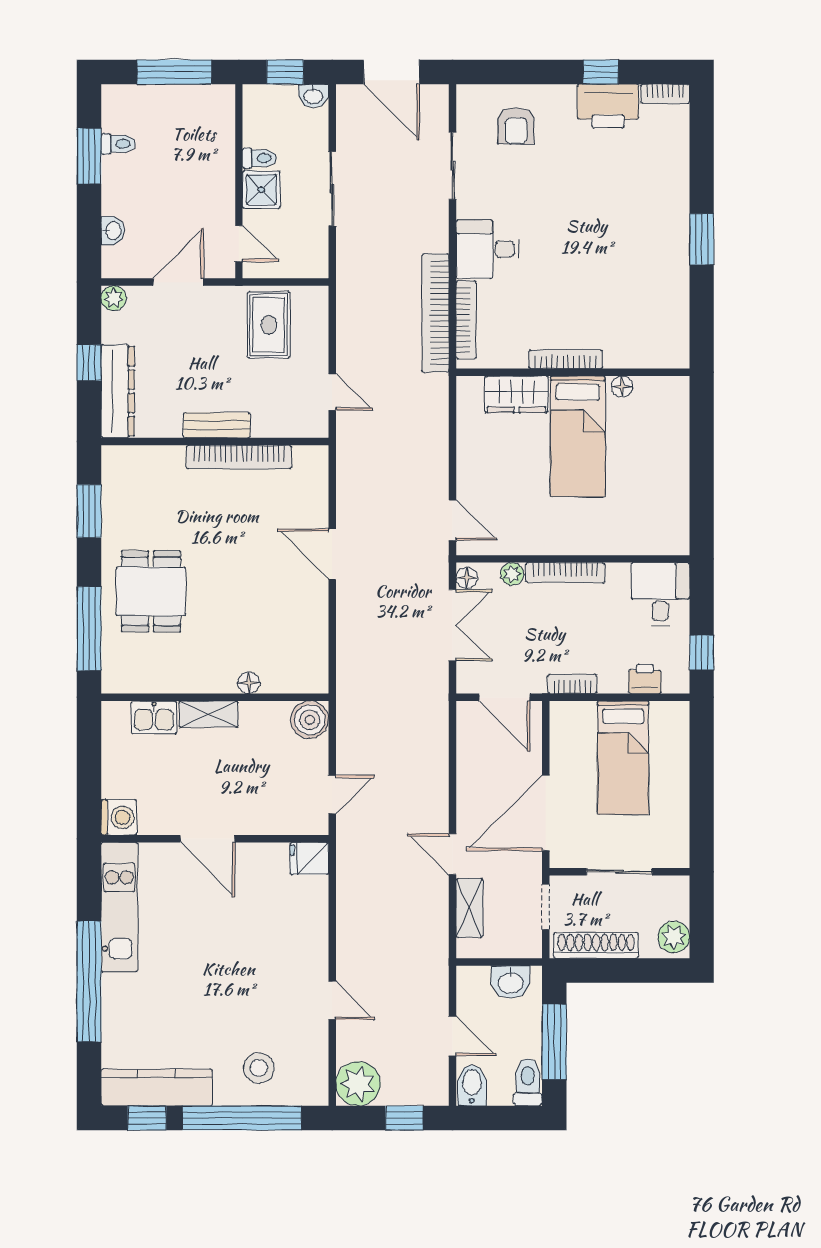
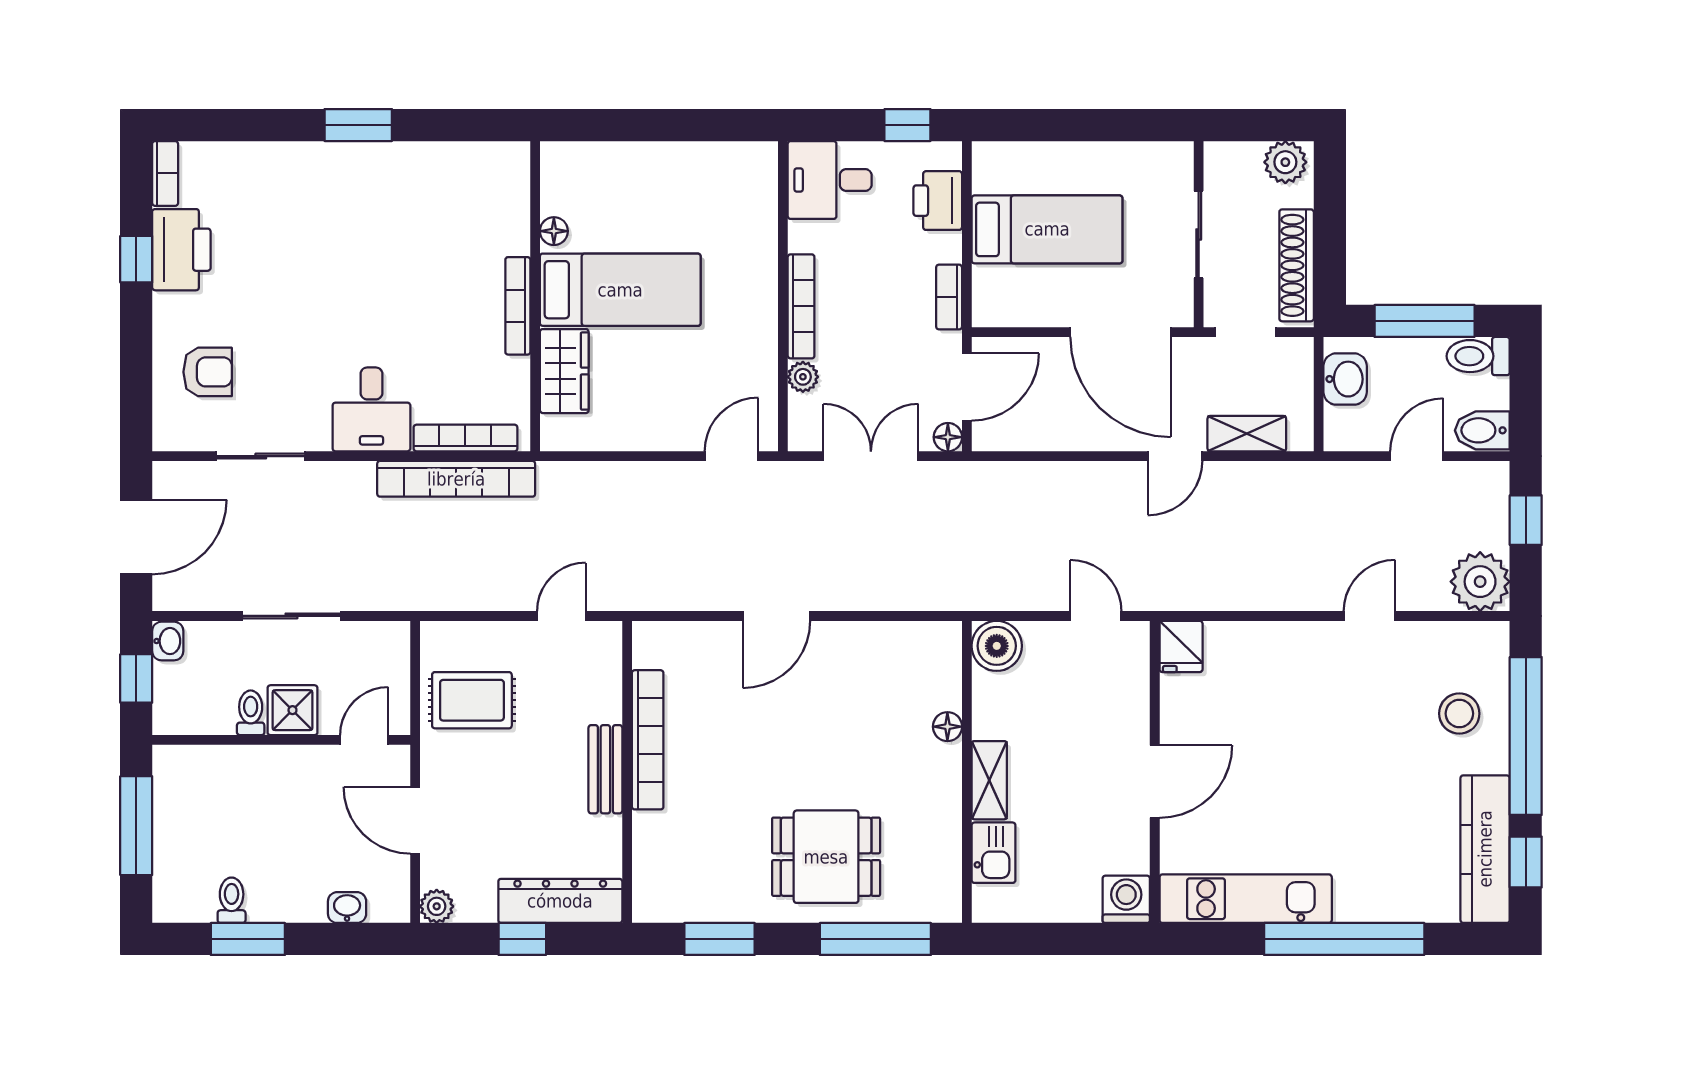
floor lamp: (467, 578) -> (948, 437), moved
printer: (645, 679) -> (938, 201), width x1.36, depth x1.24

